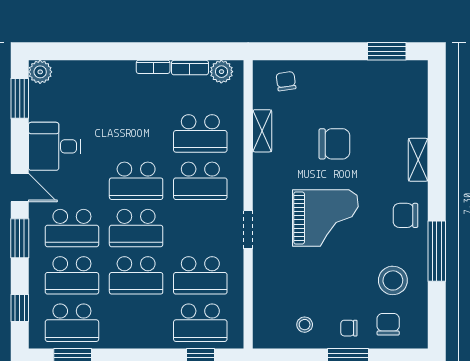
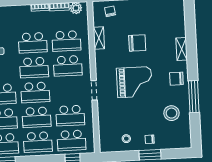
school desk: (136, 133) -> (33, 43), added
school desk: (136, 323) -> (38, 142), added
chair: (388, 324) -> (170, 136), removed

